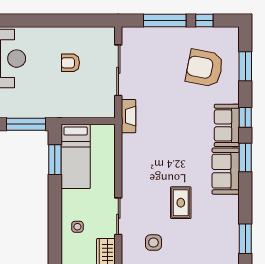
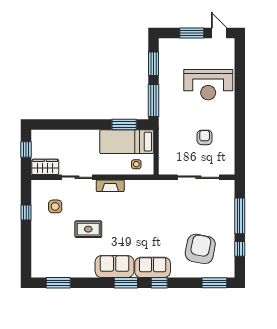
window: (245, 66) -> (214, 283), moved
fireplace: (129, 116) -> (110, 186), moved
side table: (77, 227) -> (136, 164), moved

